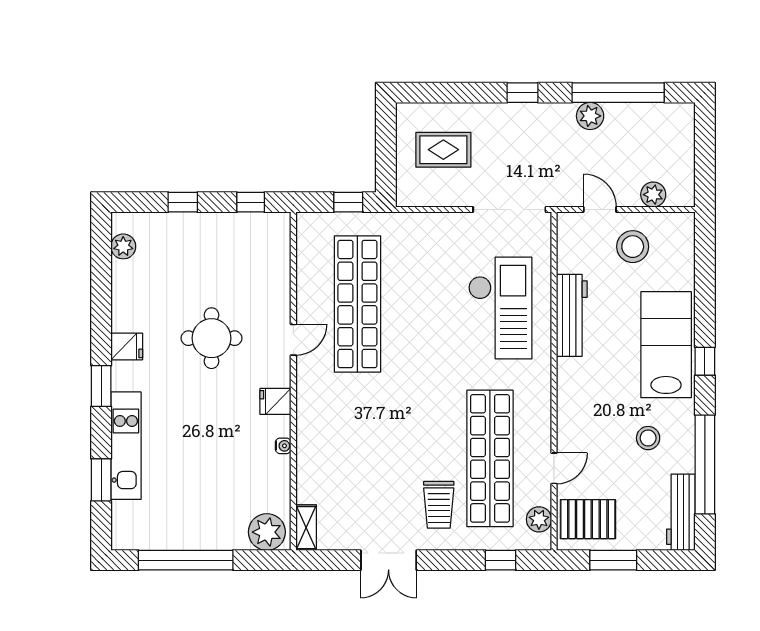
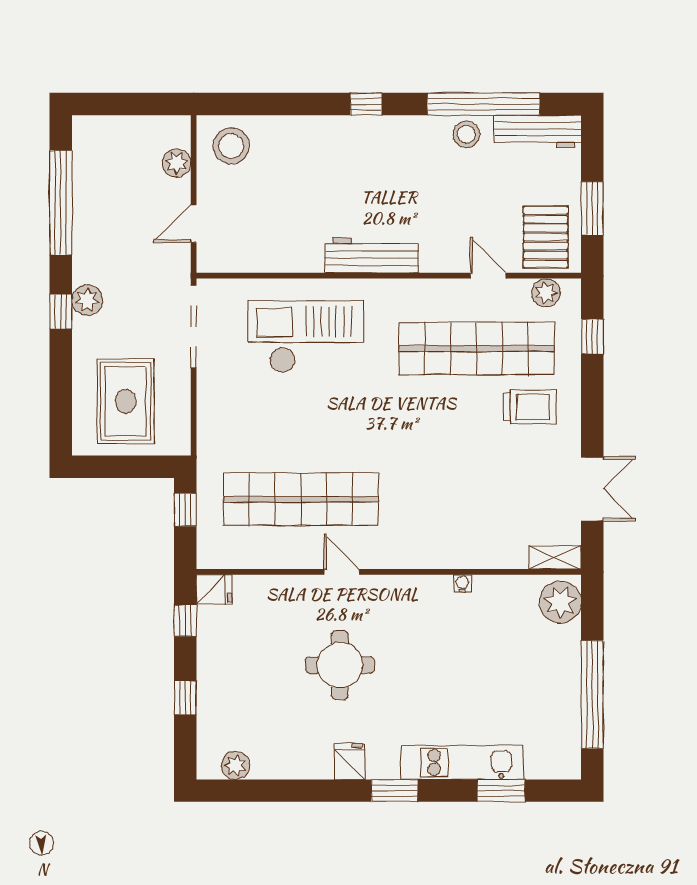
plant: (590, 116) -> (87, 300), moved
rug: (443, 150) -> (126, 401), width x1.36, depth x1.43
stool: (633, 247) -> (231, 146), moved
workbench: (572, 315) -> (372, 255), moved
lab bench: (666, 345) -> (347, 148), removed
fridge: (275, 401) -> (214, 590), moved, turned -90
stool: (648, 438) -> (466, 134), moved
double door: (389, 560) -> (592, 489), moved

